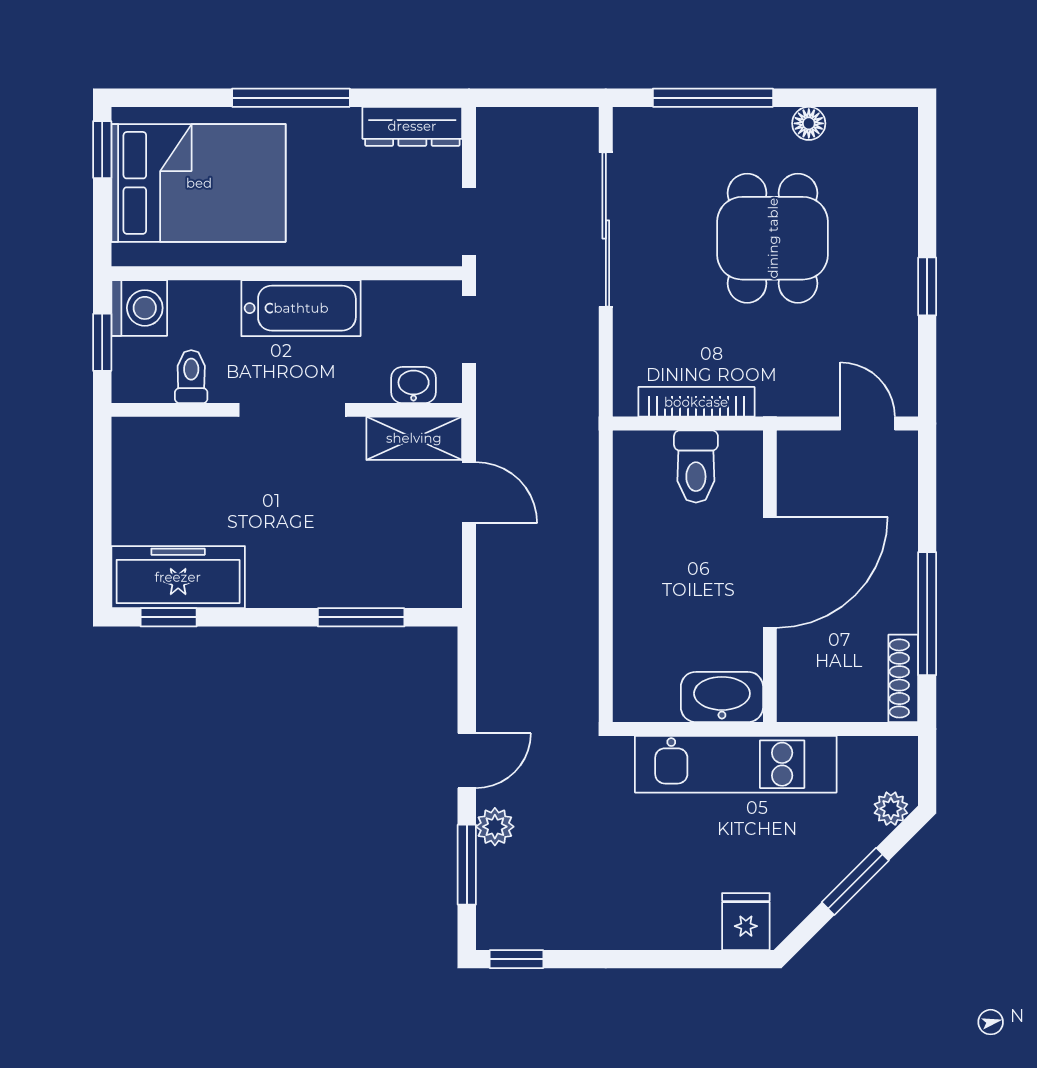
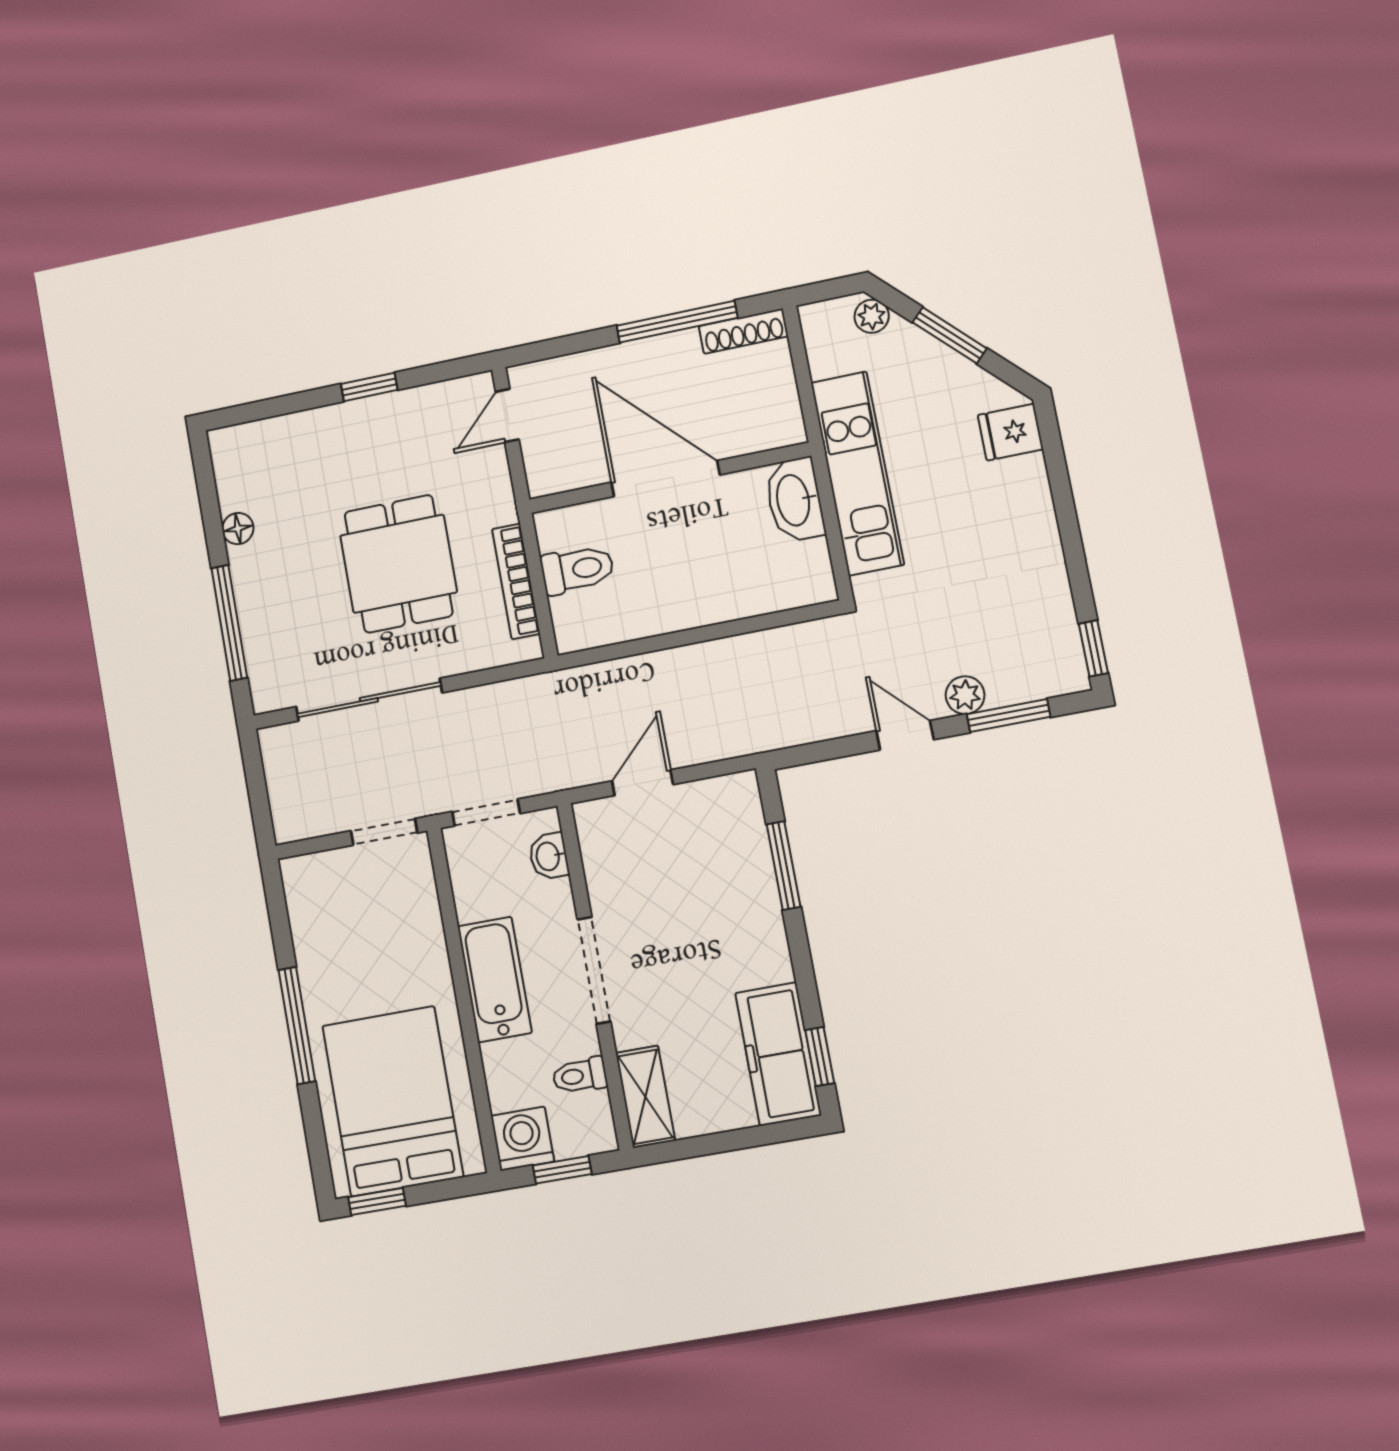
dresser: (412, 126) -> (304, 903), removed
dining table: (773, 238) -> (398, 564), moved, turned 90
shelving: (414, 438) -> (645, 1097), moved

